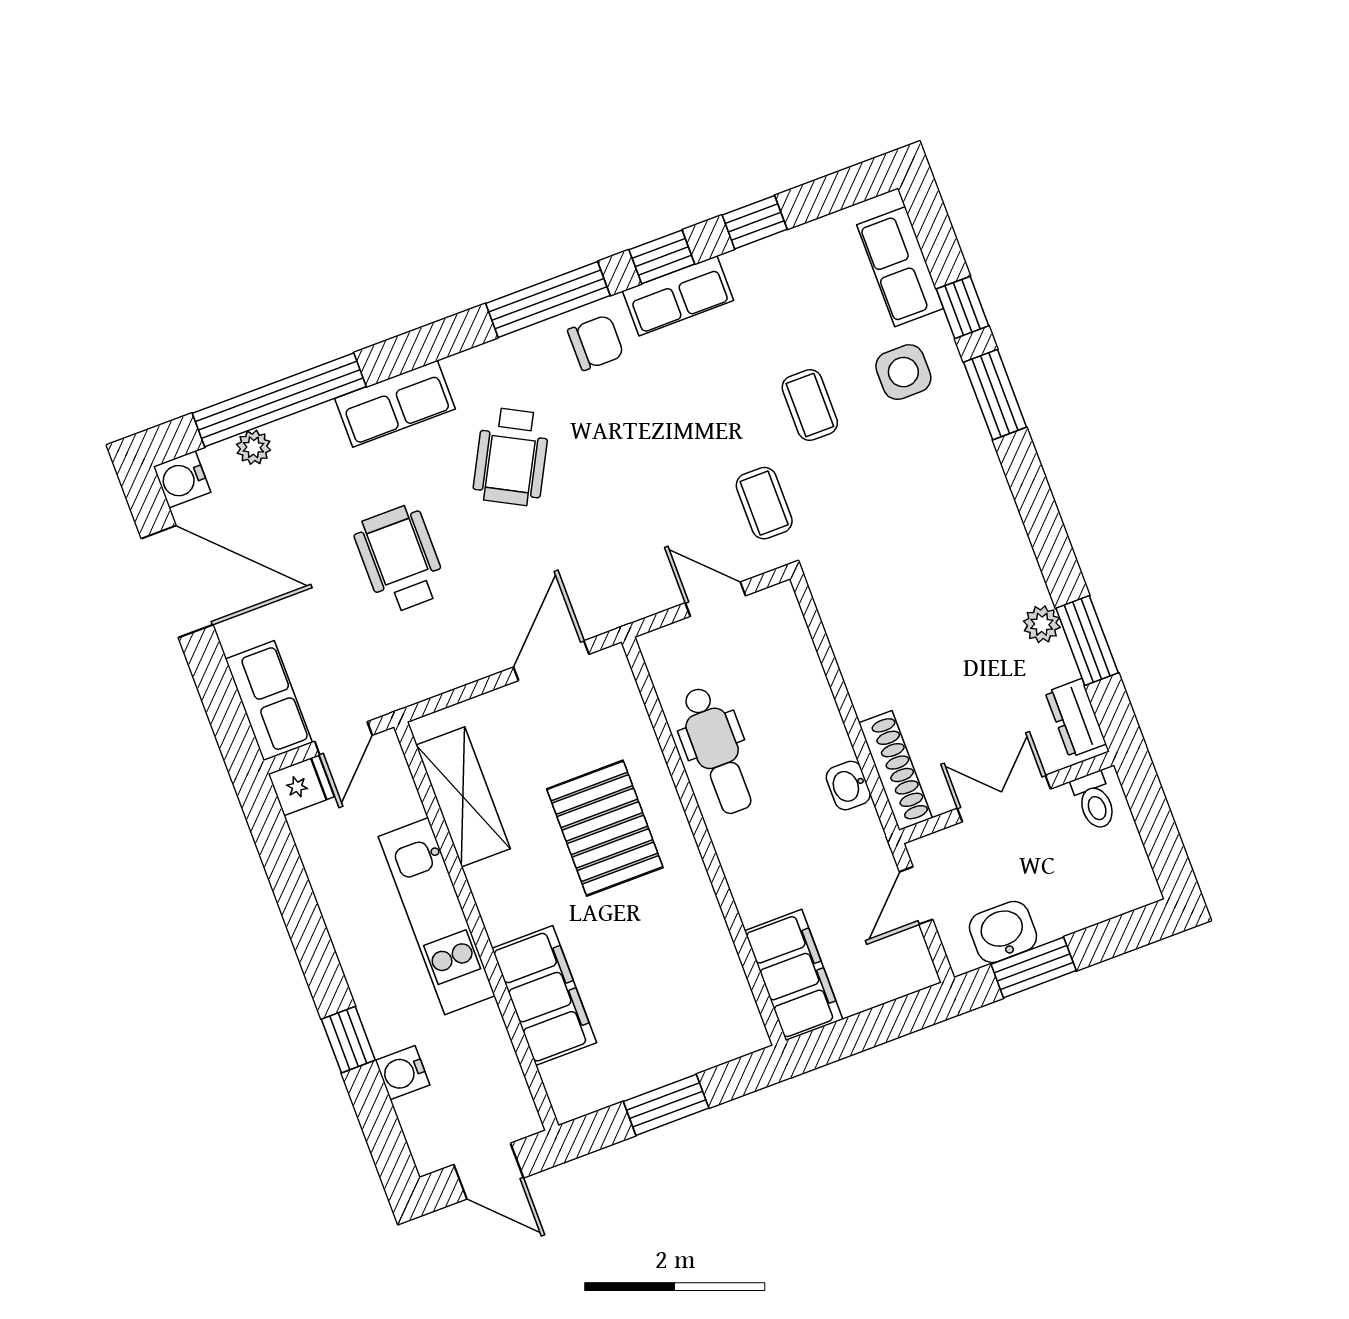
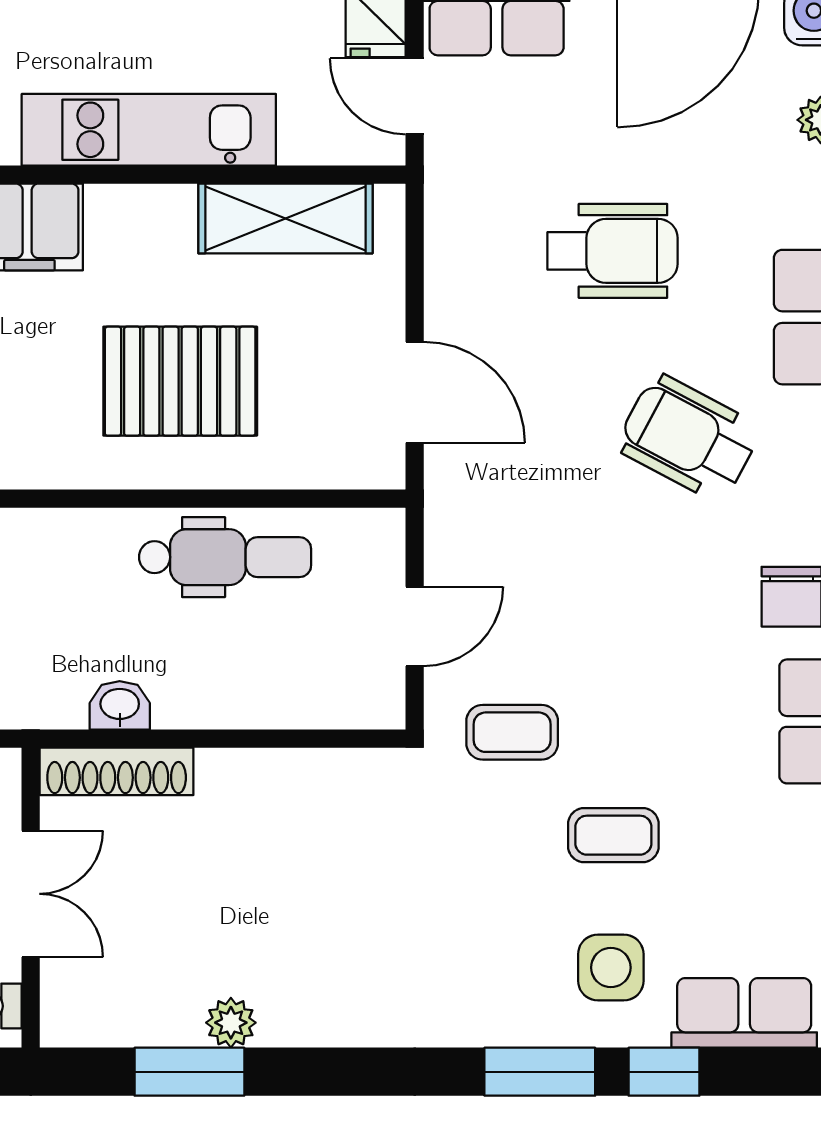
dresser: (1076, 718) -> (98, 1021), removed
dental chair: (717, 750) -> (225, 557), turned 180

